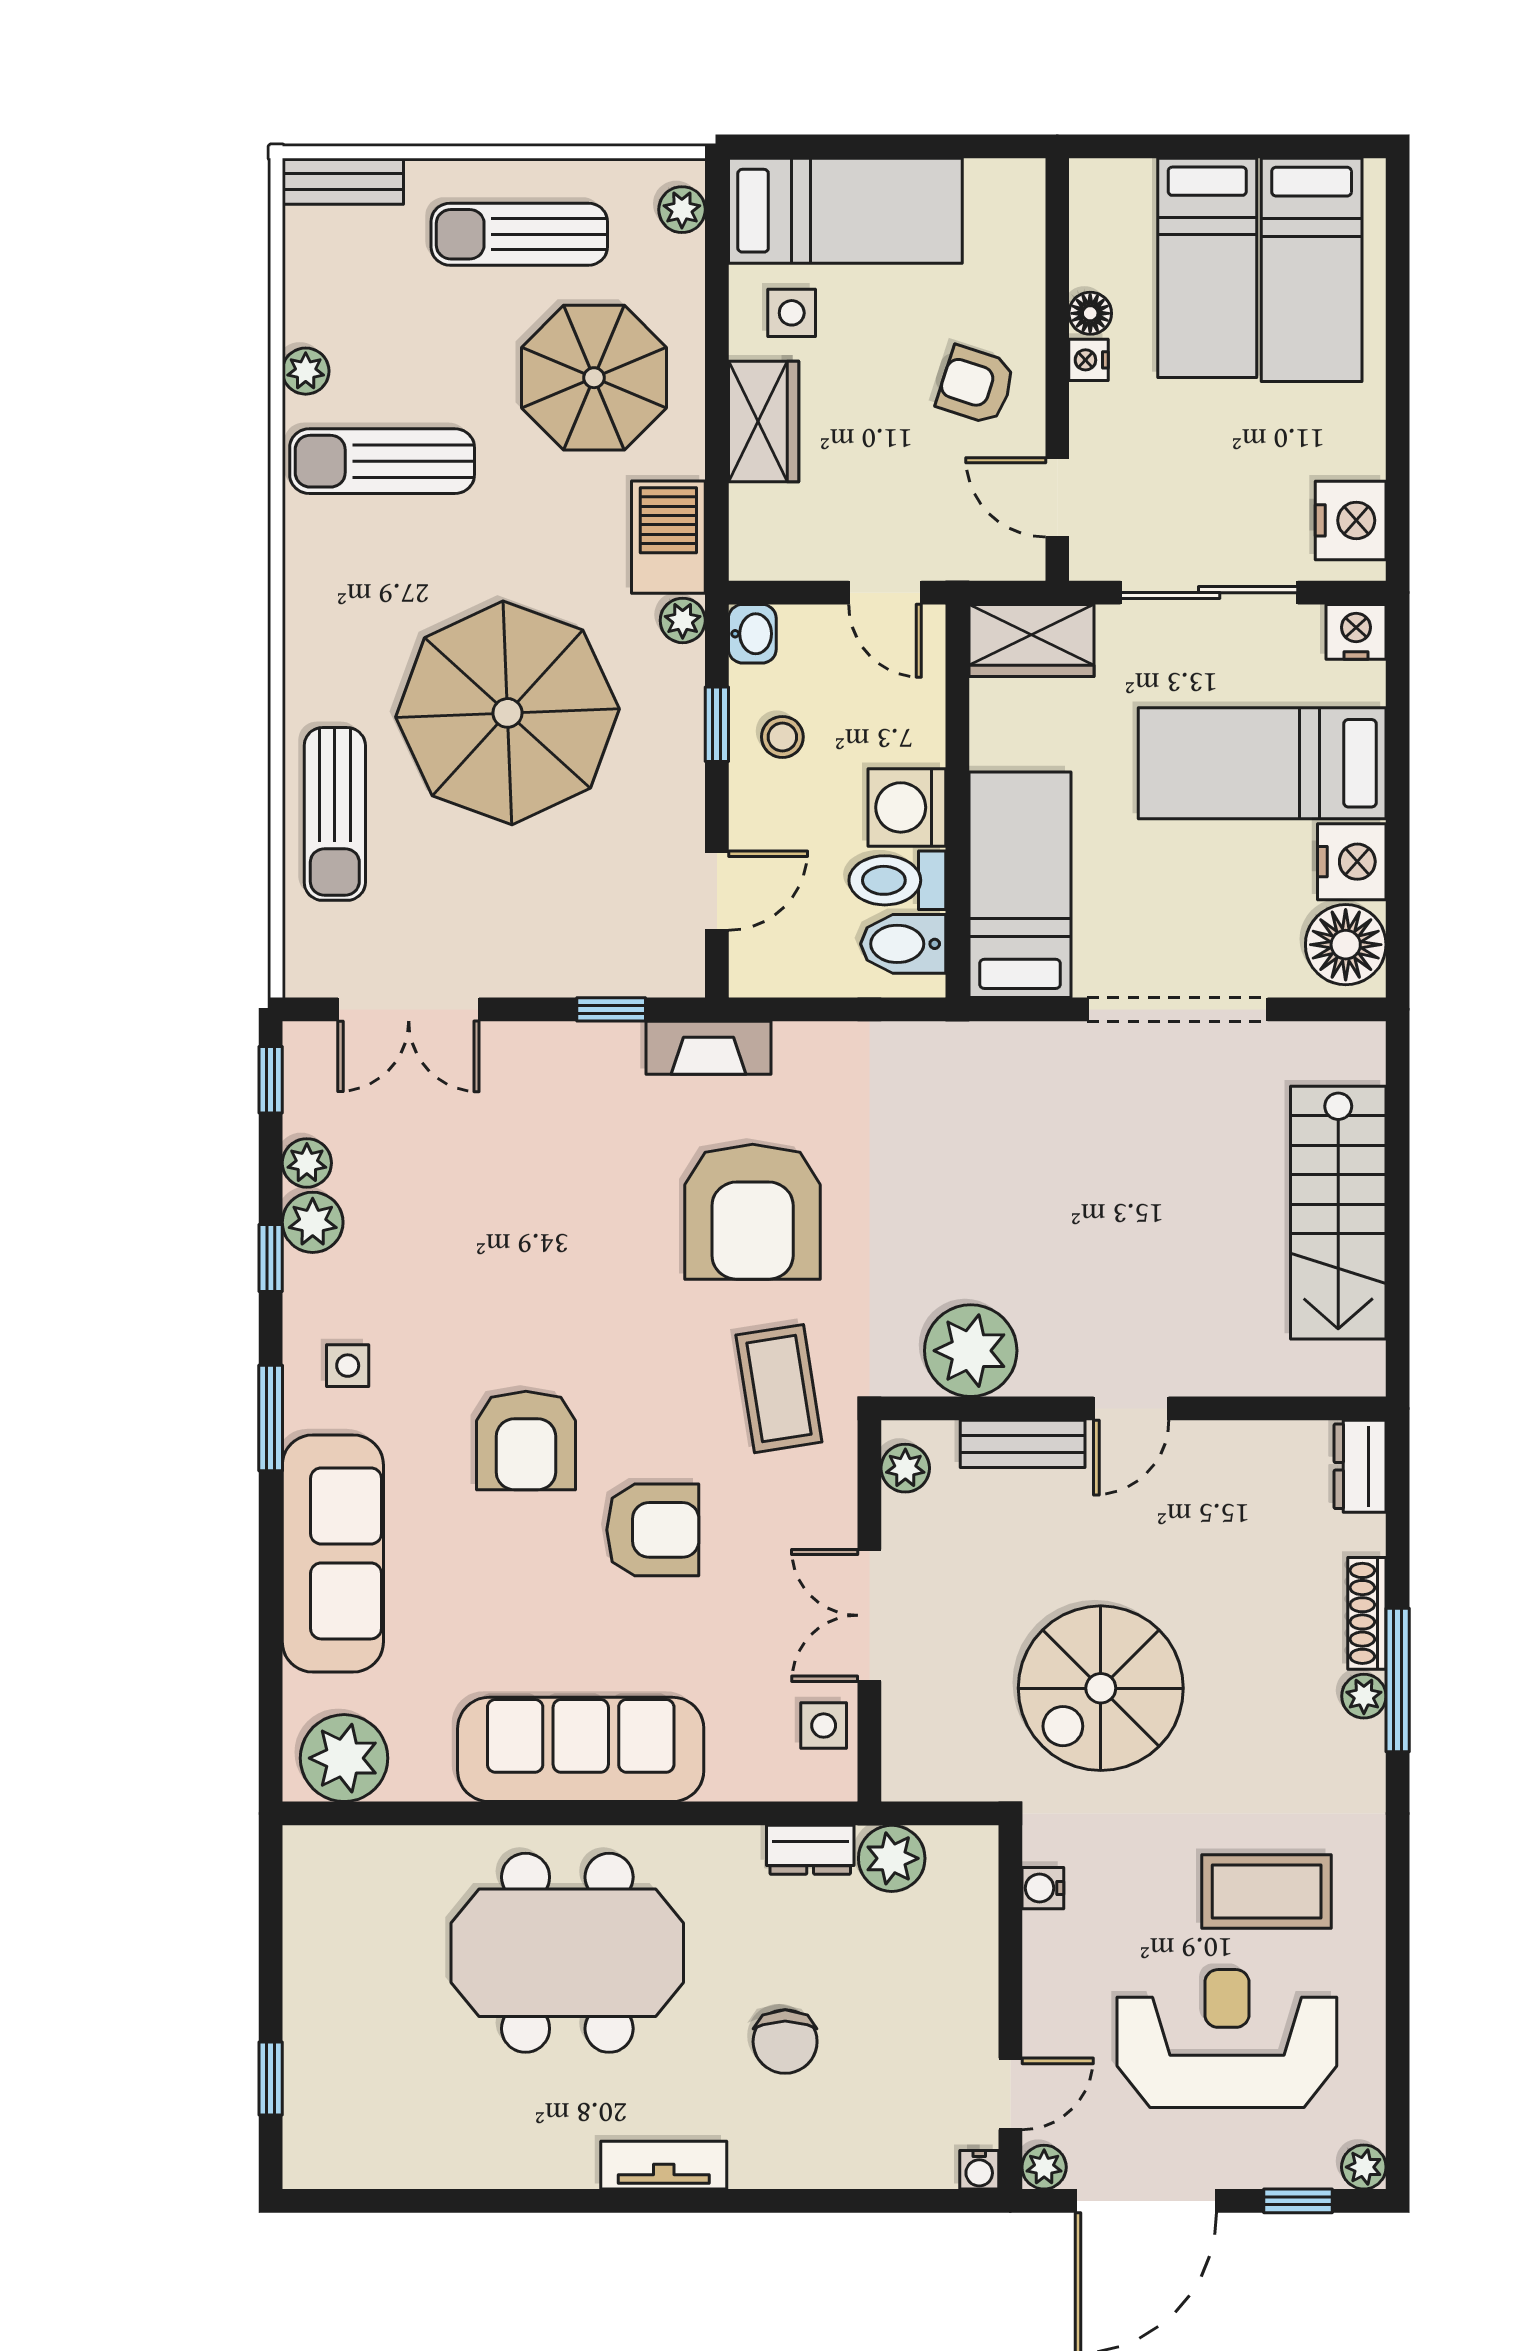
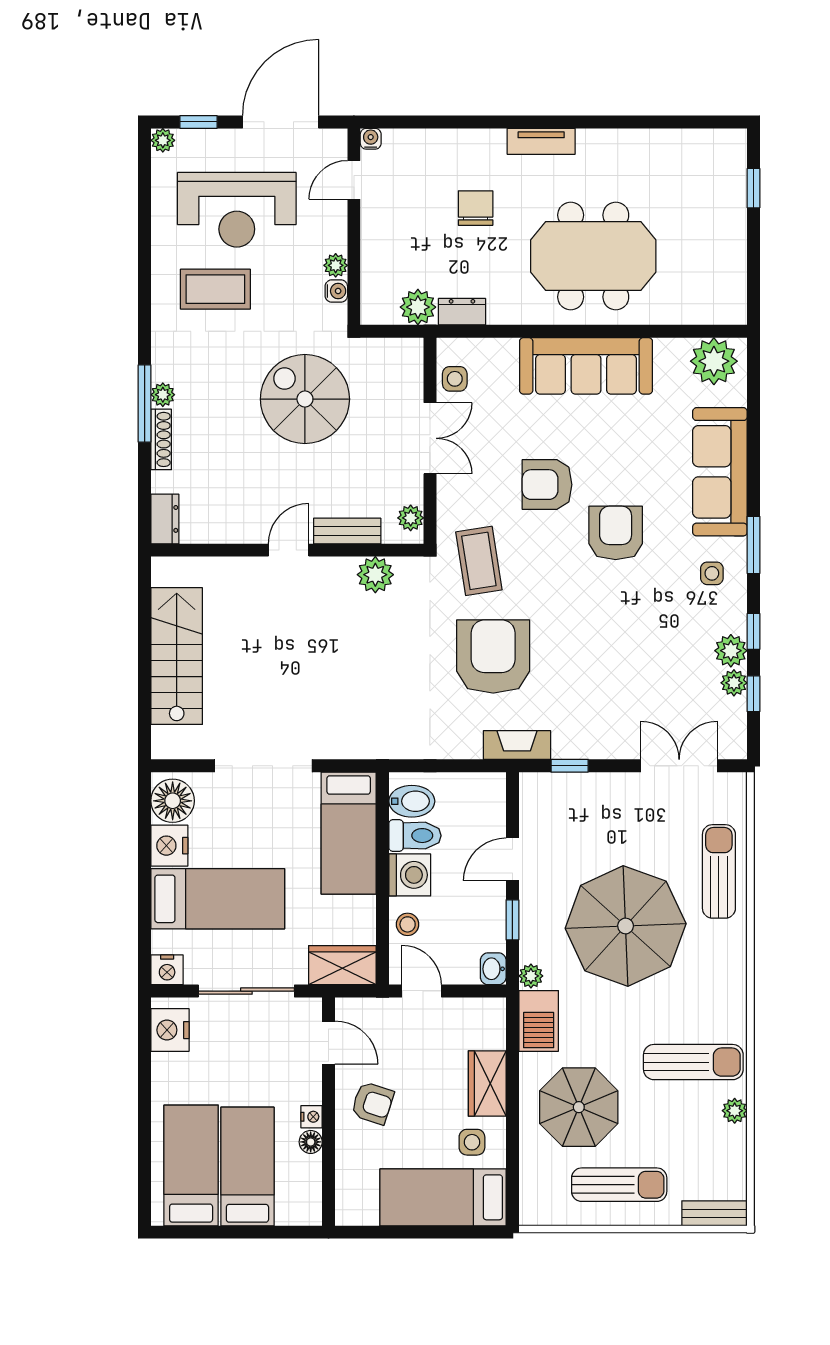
plant: (682, 210) -> (531, 1198), removed
stool: (782, 737) -> (408, 924), moved
door: (717, 891) -> (512, 859), moved
window: (271, 1080) -> (754, 694), moved
plant: (971, 1351) -> (375, 575), width x0.73, depth x0.73
spiral stairs: (1101, 1688) -> (305, 399), turned -90
plant: (1044, 2167) -> (336, 265), moved

